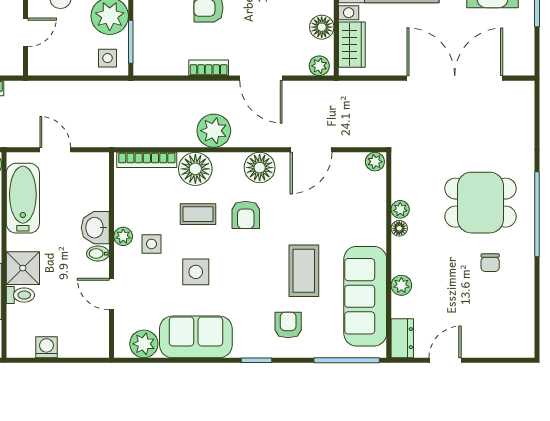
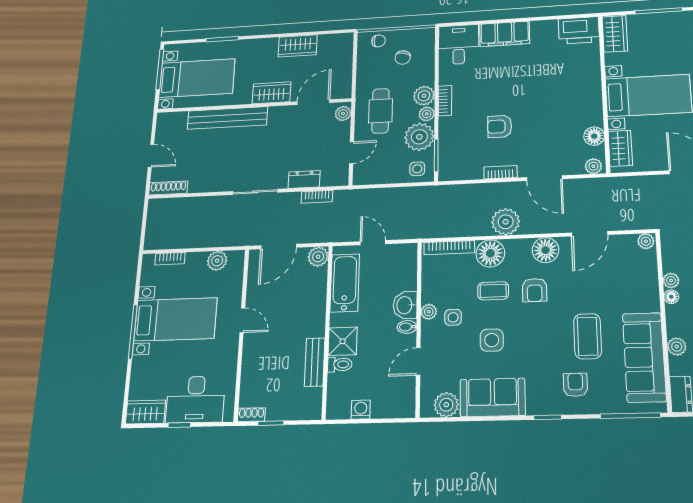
door: (112, 294) -> (418, 361), hinge flipped

